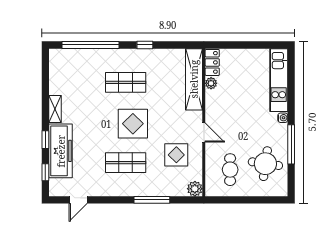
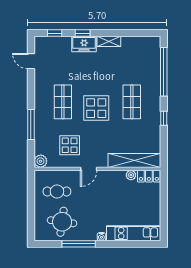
freezer: (61, 151) -> (84, 44), width x0.52, depth x0.79

